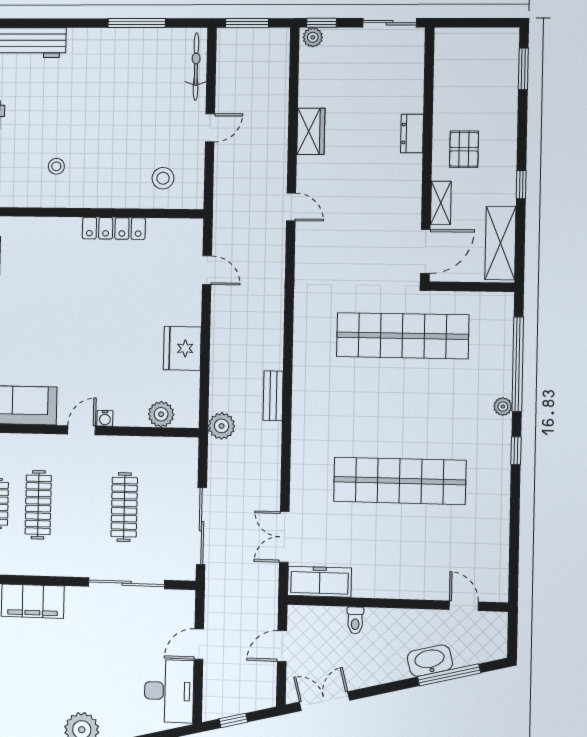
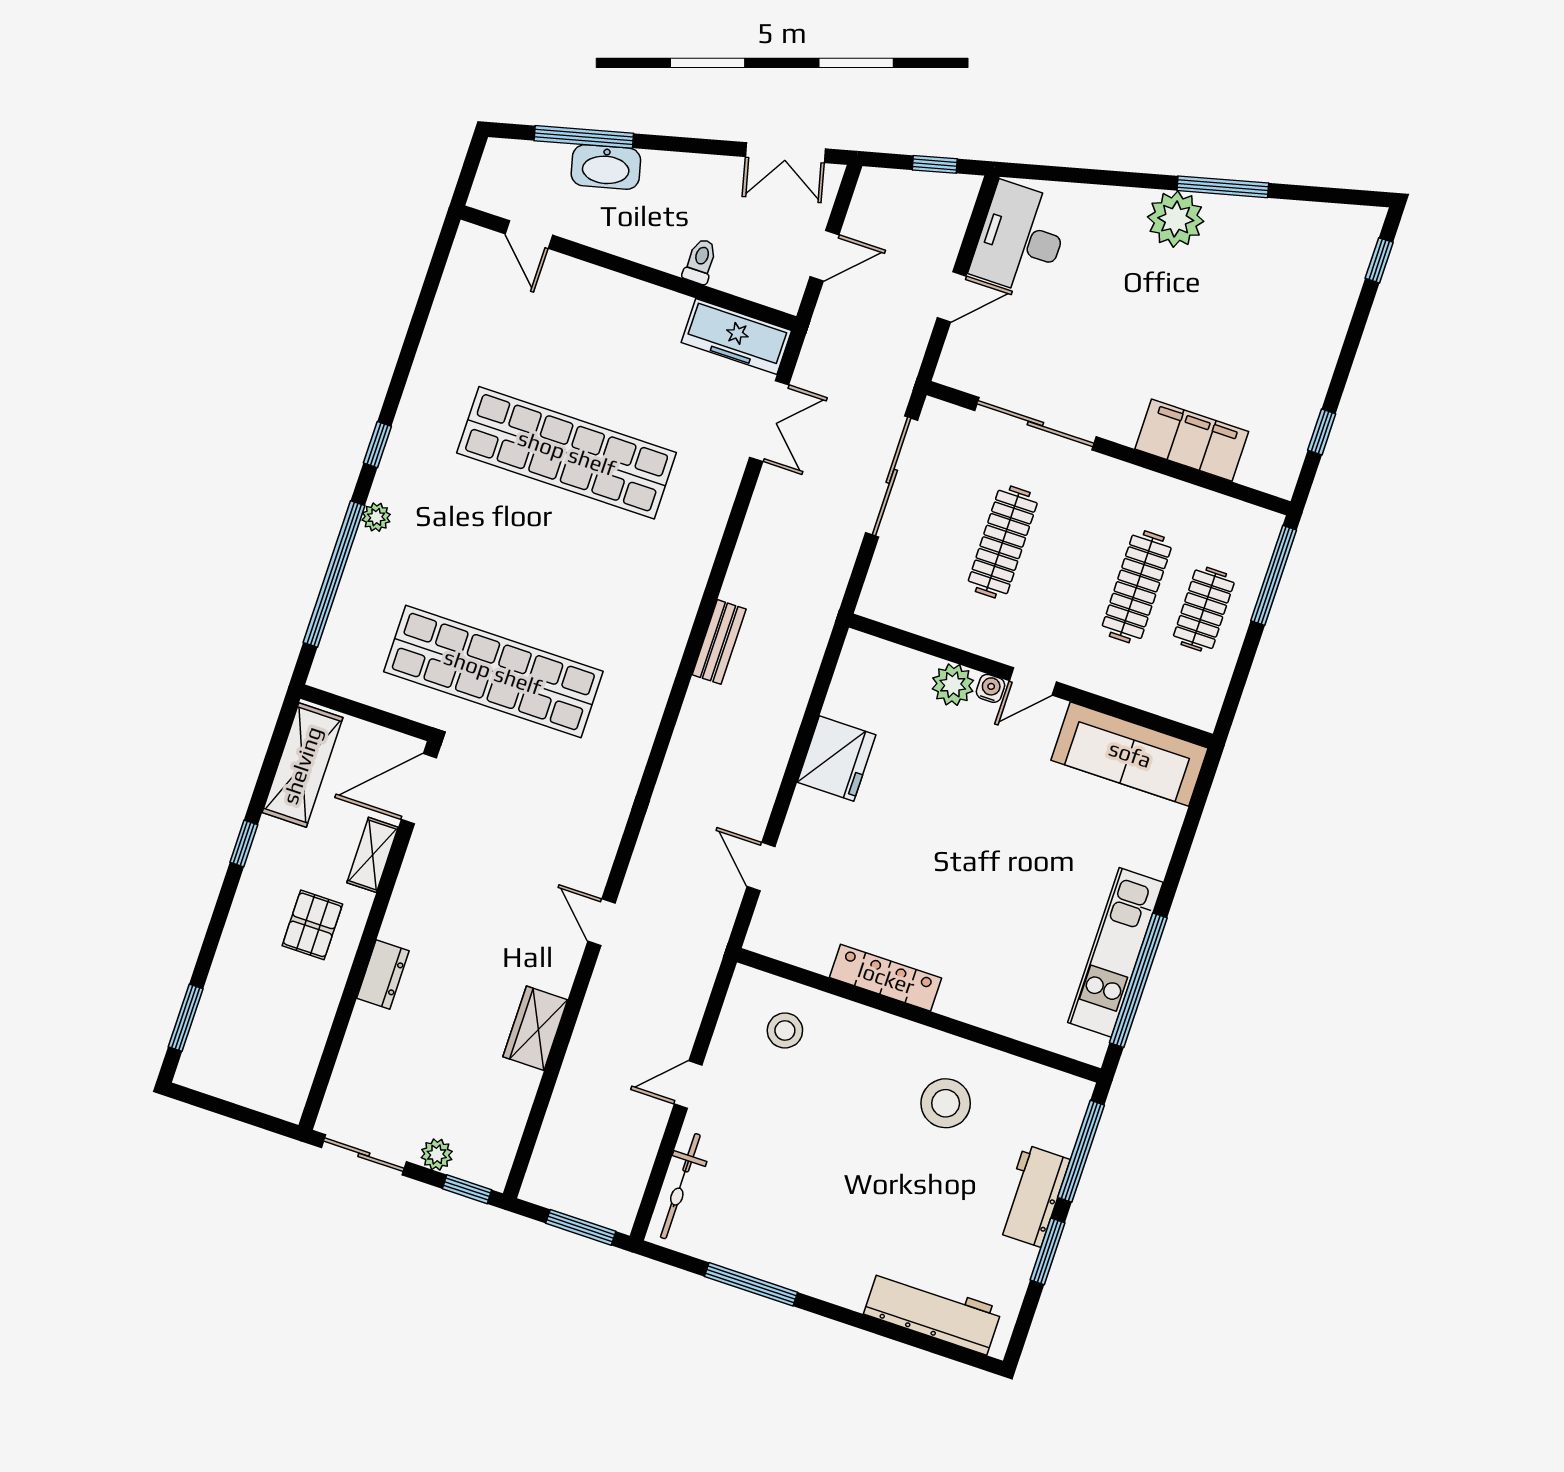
plant: (313, 37) -> (437, 1155), moved
stool: (56, 166) -> (946, 1103), width x1.89, depth x1.89
plant: (161, 414) -> (953, 685), moved
plant: (222, 426) -> (813, 620), removed

